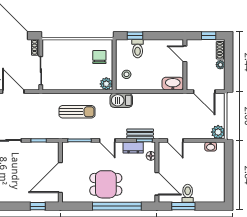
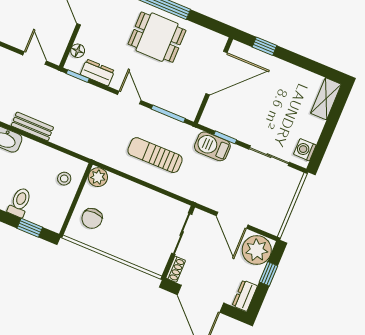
toilet: (138, 49) -> (20, 202), moved
barbecue: (121, 100) -> (212, 146), moved, turned 180
bench: (140, 134) -> (32, 126), moved

